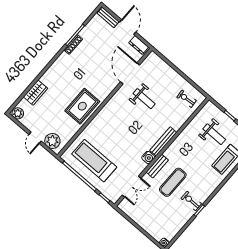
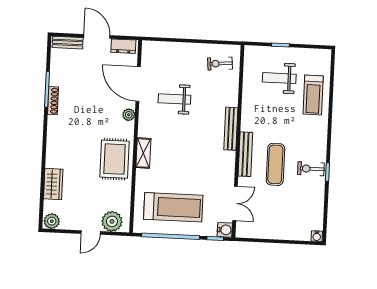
plant: (111, 87) -> (129, 115), added
weight bench: (144, 99) -> (174, 99), turned 180
shelving: (102, 116) -> (143, 153), added
weight bench: (214, 134) -> (279, 78), turned 180
door: (35, 138) -> (91, 233), hinge flipped
water cooler: (148, 157) -> (225, 230), moved
treadmill: (94, 161) -> (173, 207), turned 180
bench: (157, 166) -> (245, 154), width x1.36

